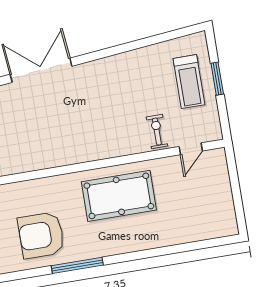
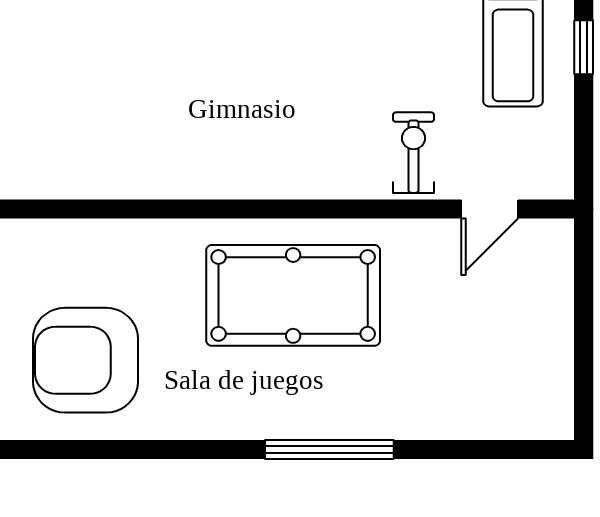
window: (217, 79) -> (584, 47), width x0.67
window: (77, 265) -> (329, 449), moved

